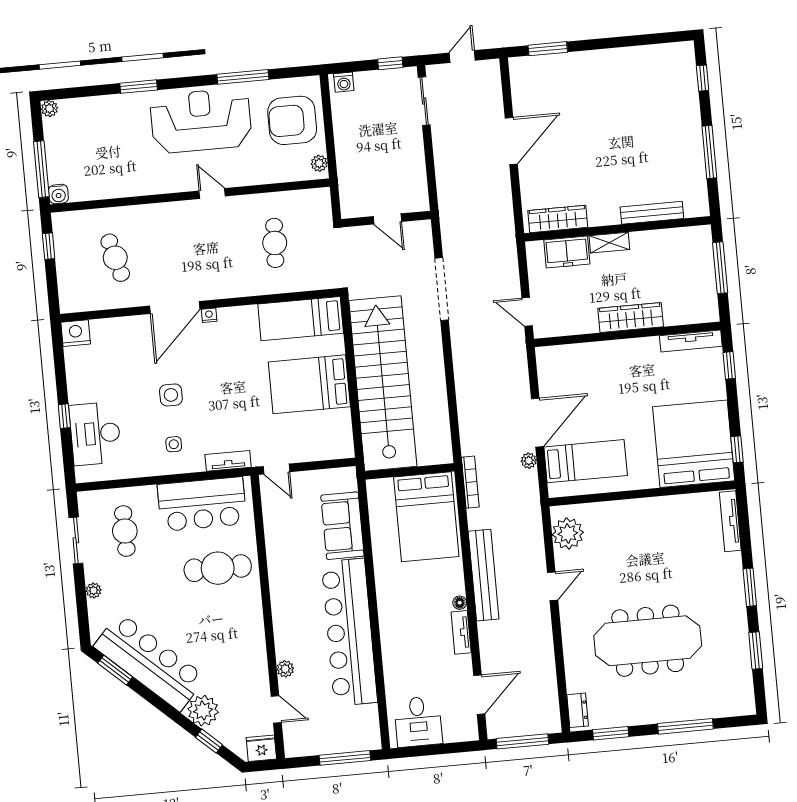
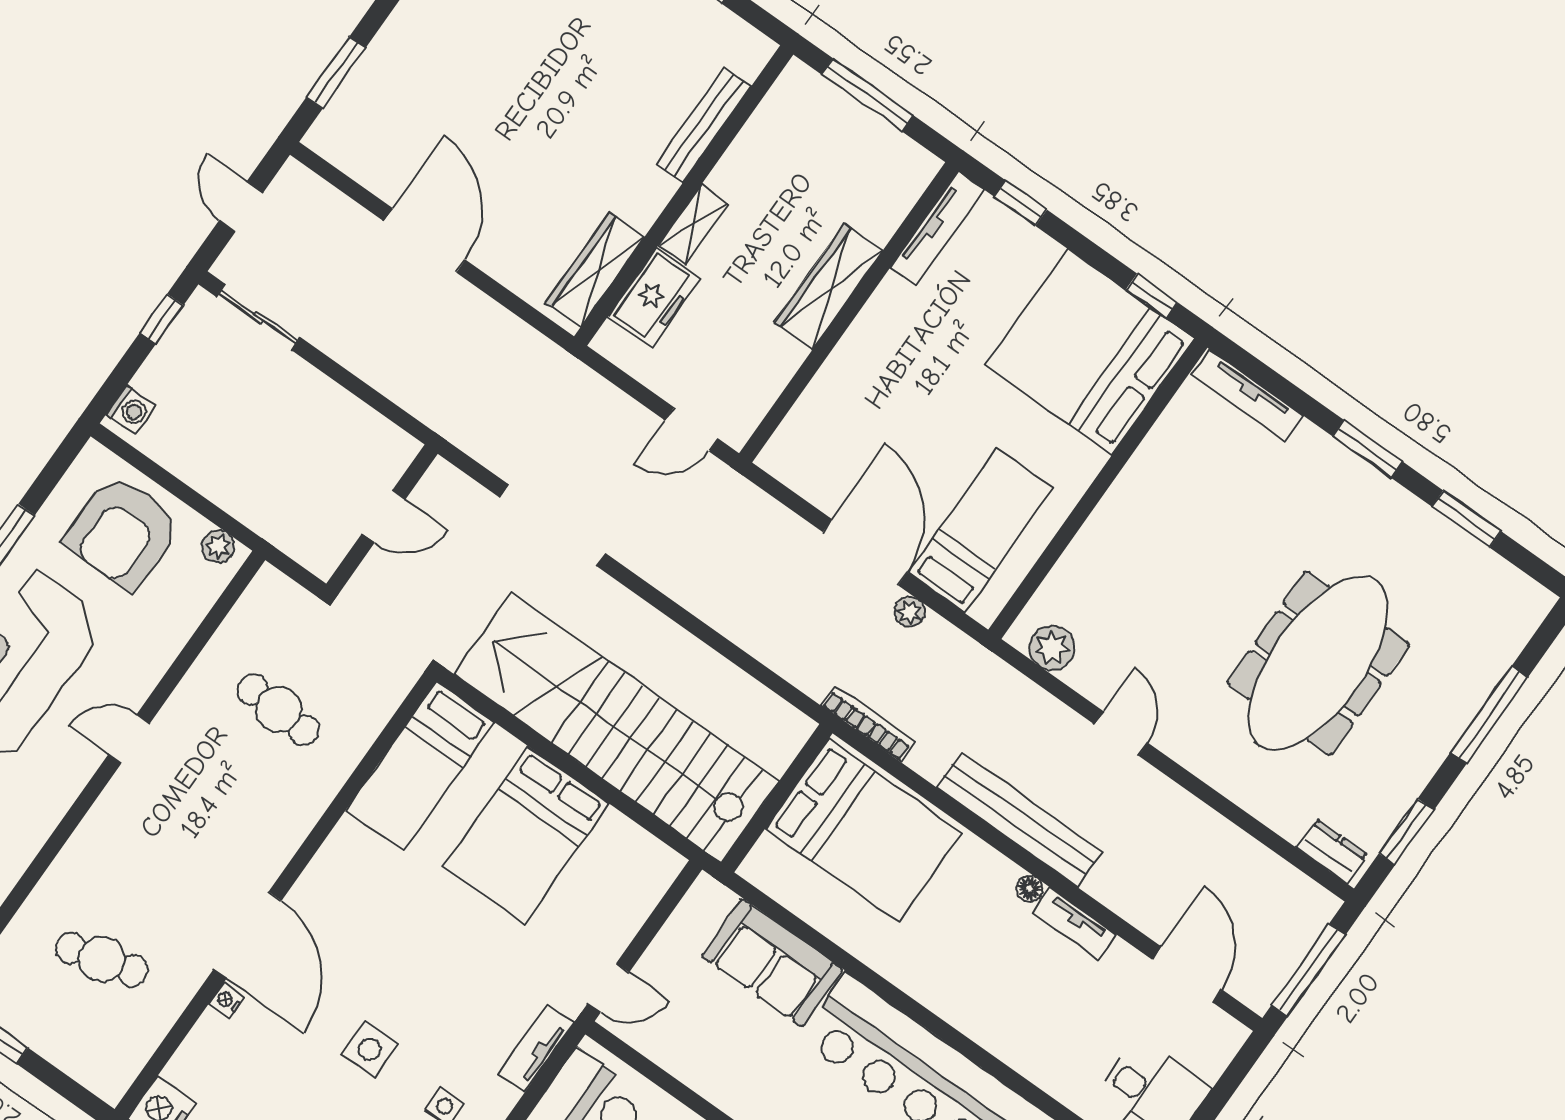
nightstand: (209, 315) -> (227, 1000), moved
plant: (568, 533) -> (1052, 648), width x0.73, depth x0.73

